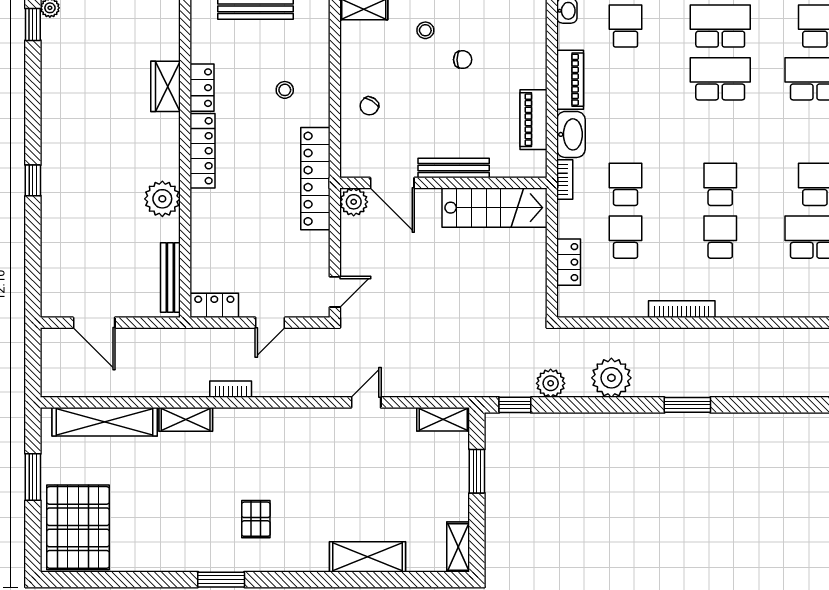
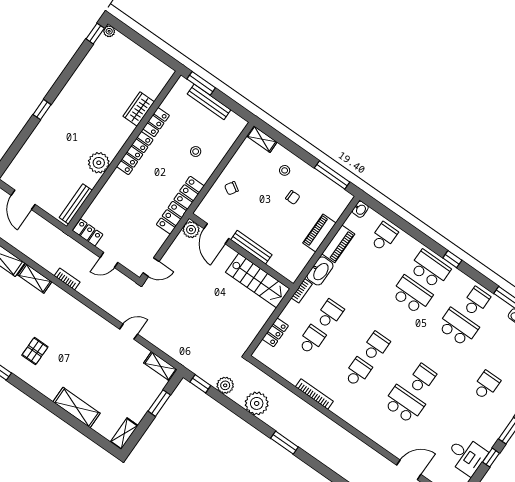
piano: (533, 120) -> (319, 233), moved

